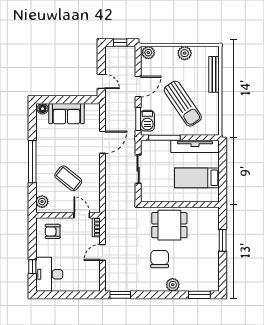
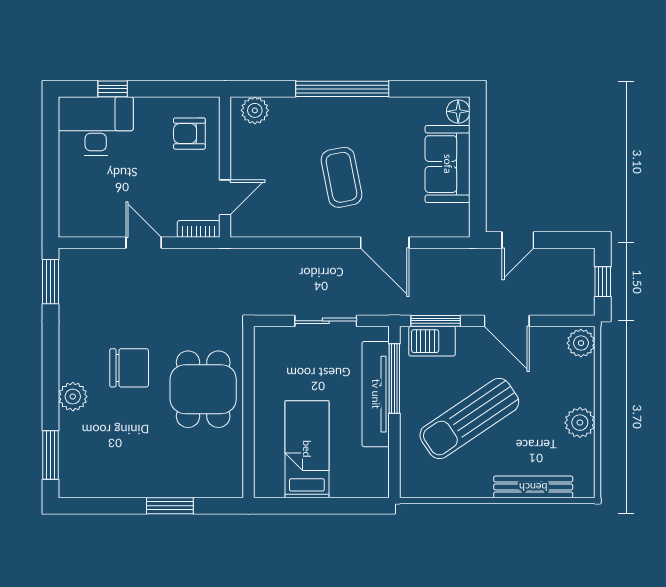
tv unit: (195, 146) -> (376, 394), moved
coffee table: (68, 178) -> (341, 177), moved, turned -50
armchair: (53, 231) -> (189, 134), turned -90

